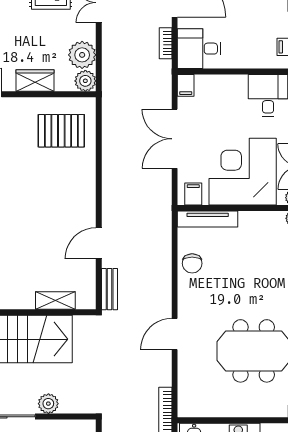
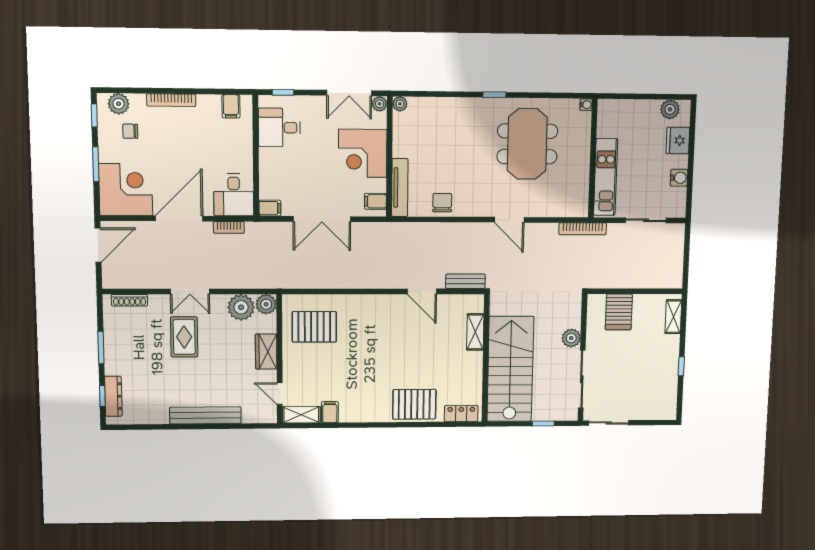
pallet: (61, 131) -> (314, 327), turned 90
corner desk: (243, 172) -> (363, 153), width x0.74, depth x0.74
chair: (192, 263) -> (442, 203), turned -90

